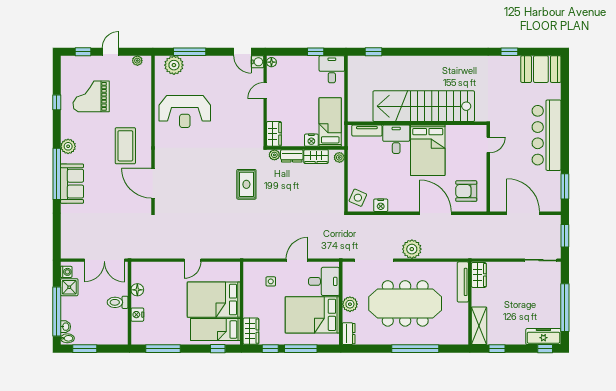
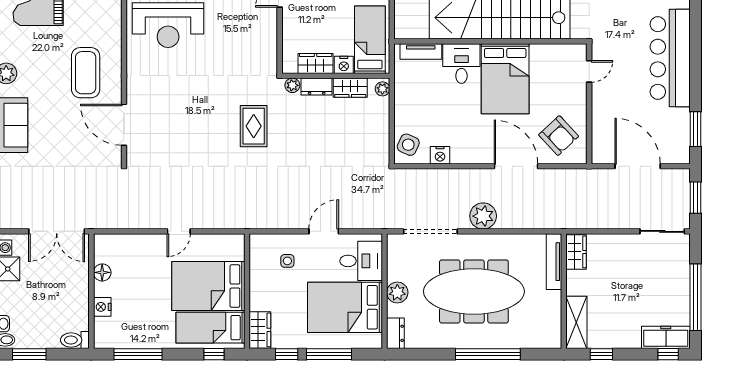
wardrobe: (274, 134) -> (316, 64), moved, turned -90
armchair: (466, 191) -> (559, 136), turned -133
toilet: (118, 302) -> (75, 340), moved

